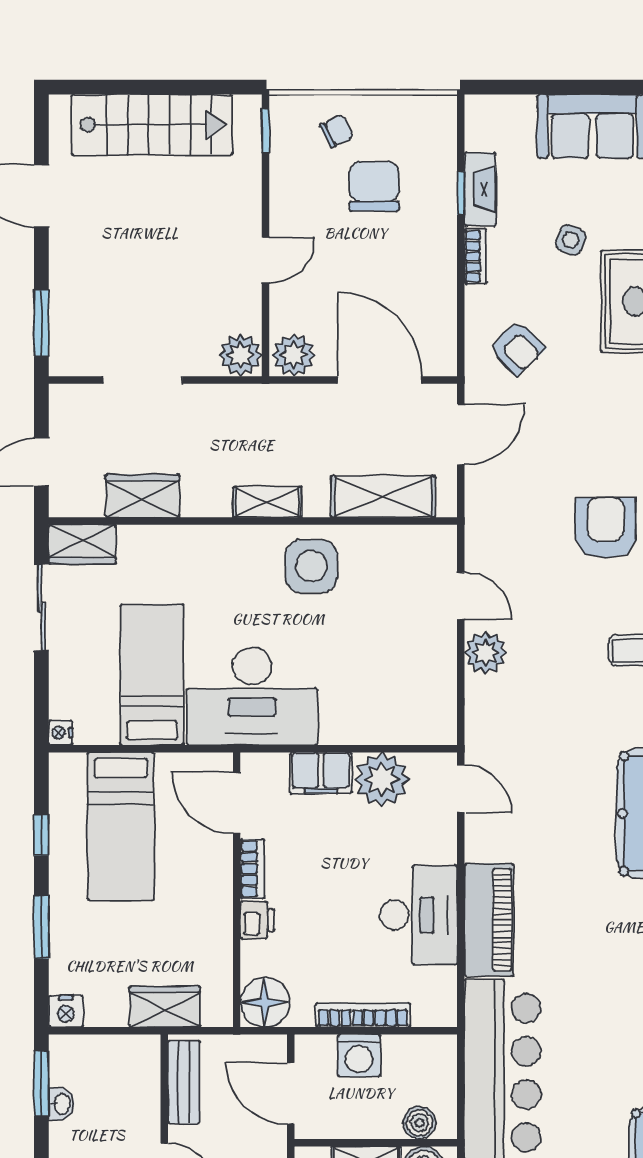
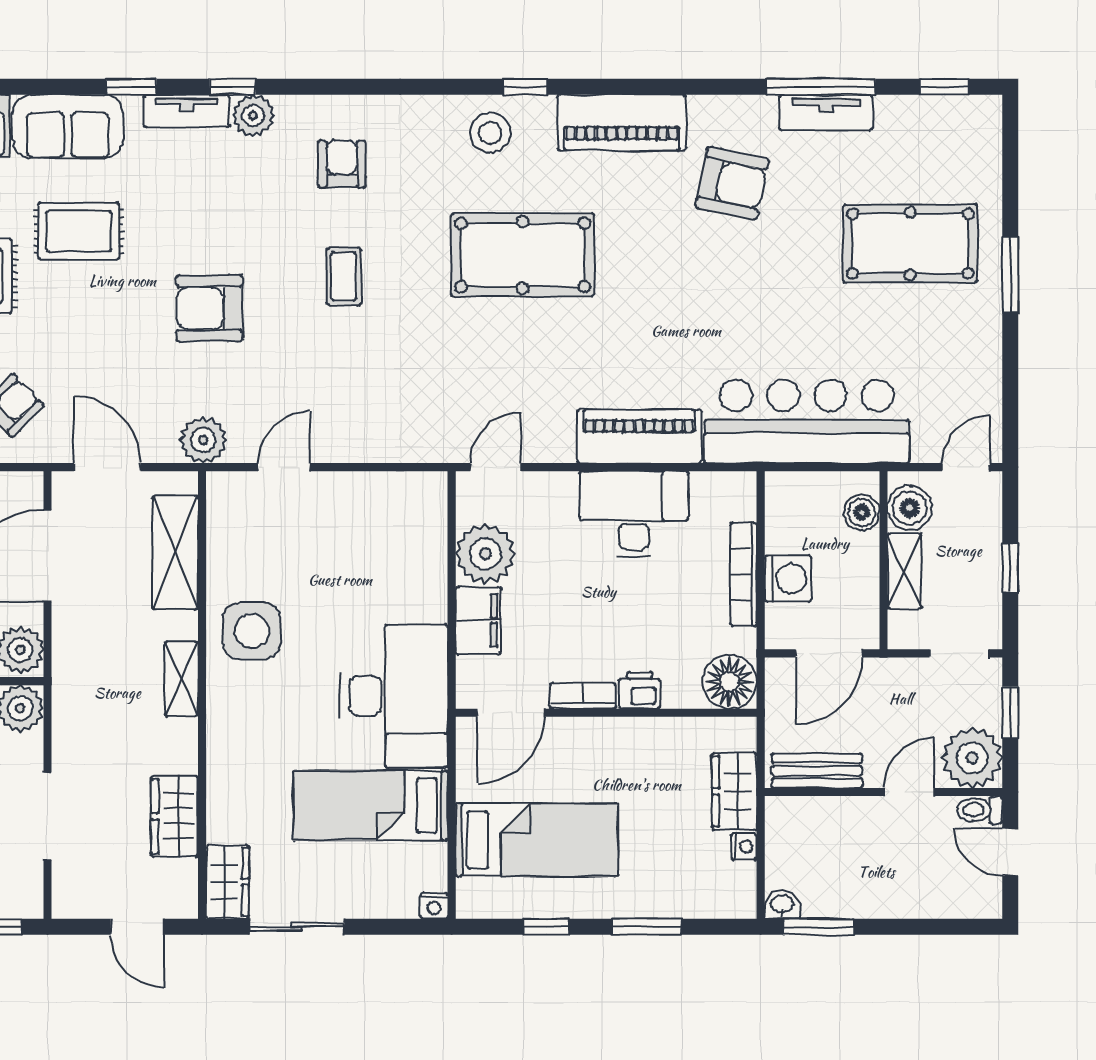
plant: (486, 653) -> (203, 440), moved
nightstand: (66, 1011) -> (744, 847), moved, width x0.72, depth x0.74
washbasin: (61, 1104) -> (782, 905), moved

